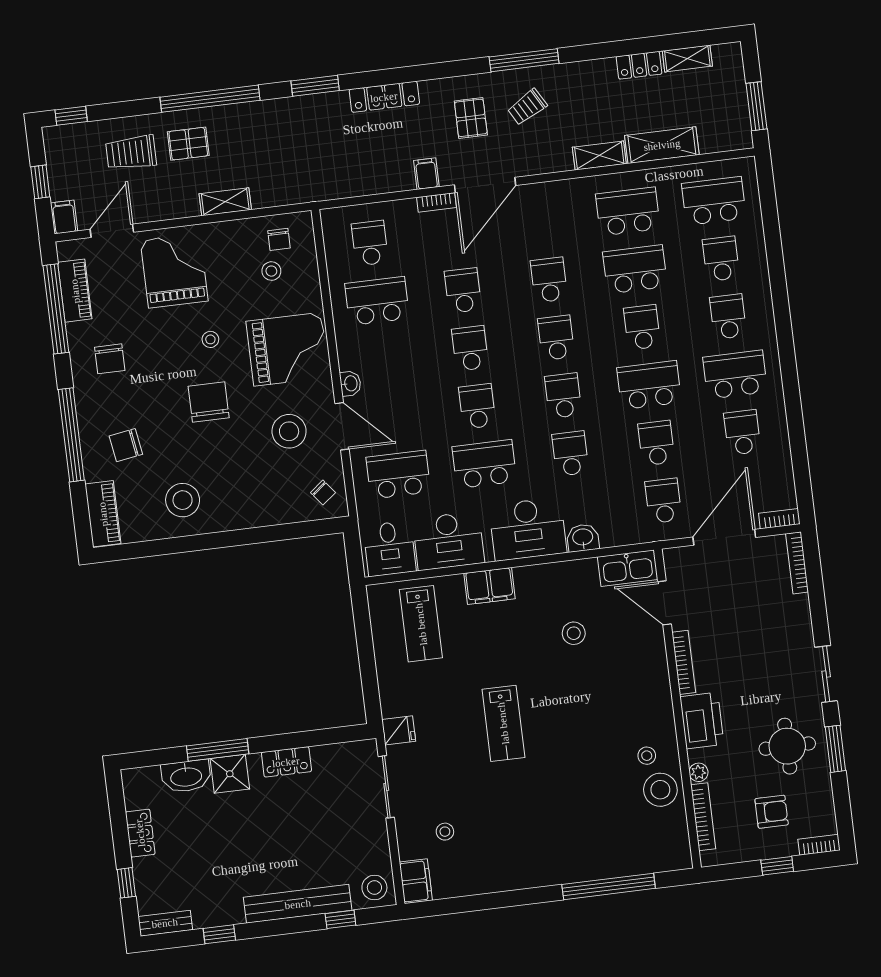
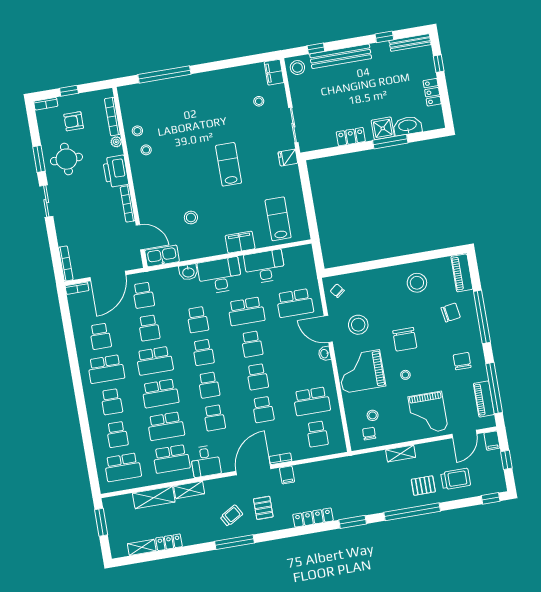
school desk: (642, 327) -> (160, 393), width x1.85
desk: (390, 549) -> (205, 461), moved, turned 180
stool: (660, 790) -> (137, 131), width x0.53, depth x0.53
bench: (165, 923) -> (410, 43), width x1.36

